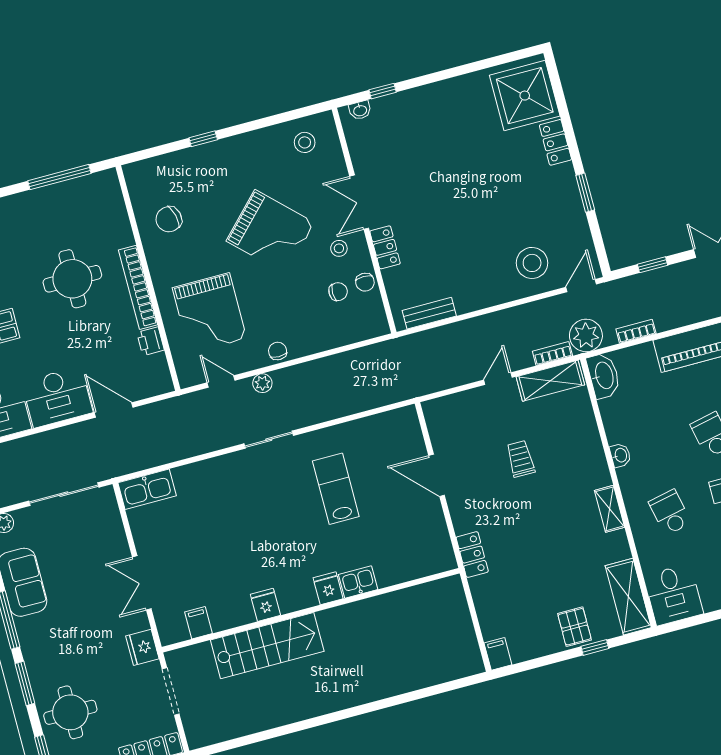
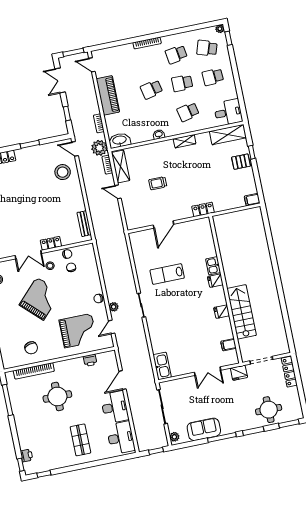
bookcase: (138, 287) -> (34, 371), moved

